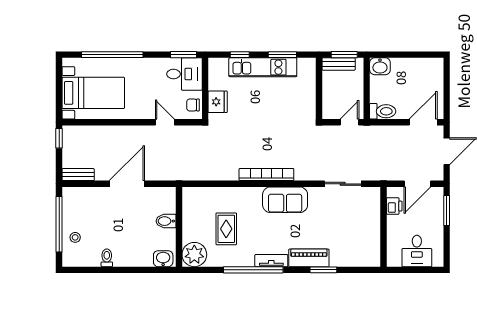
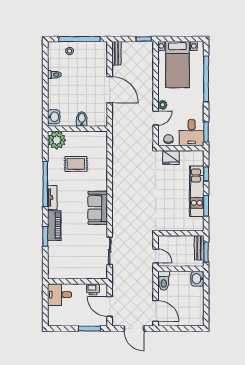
plant: (147, 113) -> (163, 105), added
bookcase: (266, 175) -> (117, 194), removed
desk: (417, 251) -> (59, 295), moved

